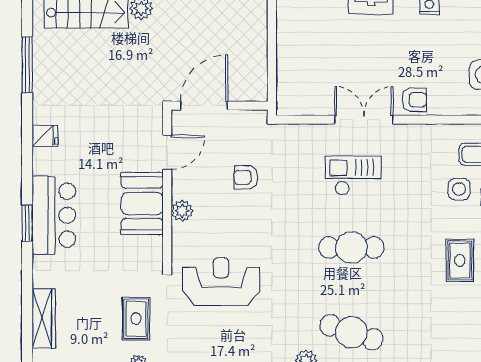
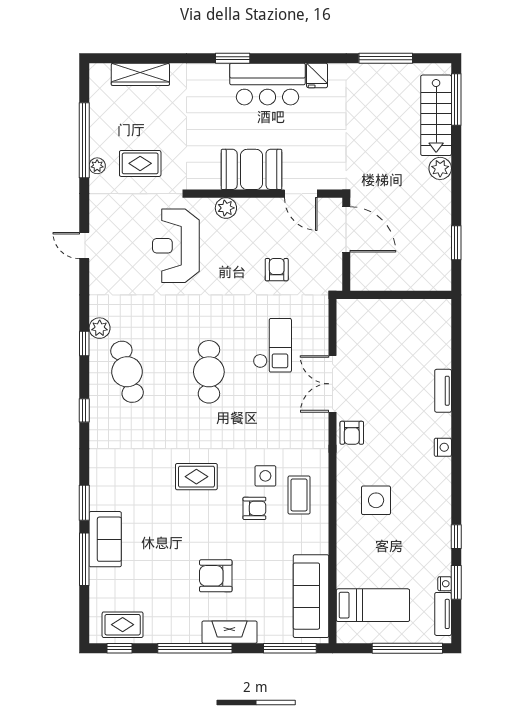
double door: (364, 120) -> (333, 384), swing flipped
checkout: (353, 176) -> (272, 345), moved
plant: (182, 211) -> (226, 208), moved
bar counter: (54, 215) -> (267, 84), moved
reception desk: (221, 282) -> (176, 246), turned 180
cafe table: (351, 332) -> (127, 372), turned -33

